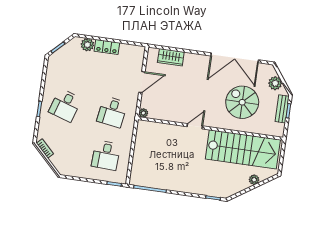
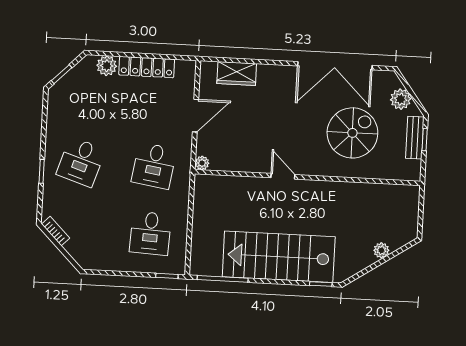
locker: (107, 47) -> (147, 67), width x1.53
spiral stairs: (242, 102) -> (352, 133), turned 90
door: (195, 126) -> (283, 176), hinge flipped
stairs: (243, 149) -> (279, 257), moved, turned 180

